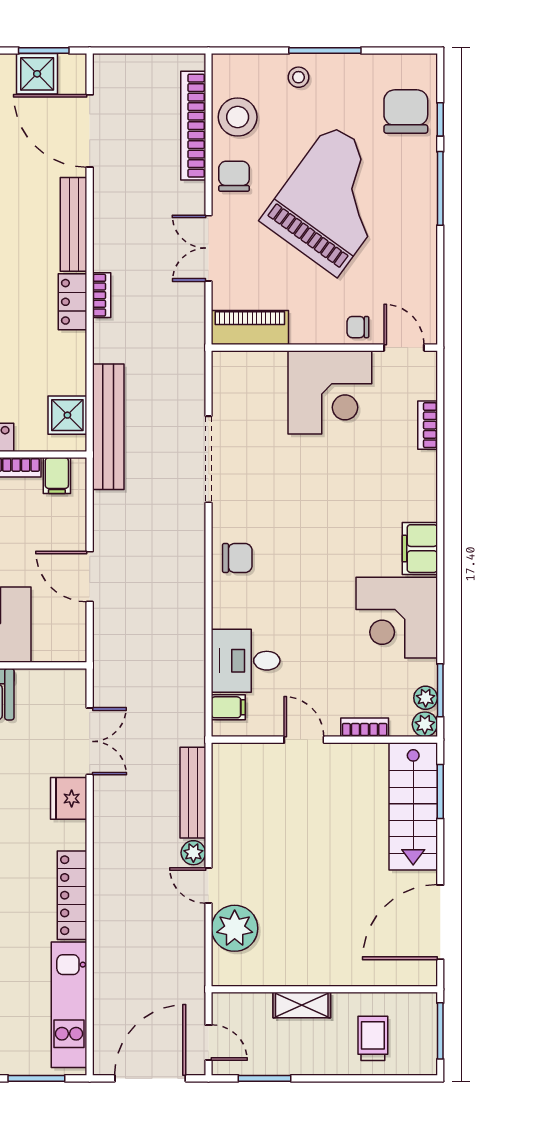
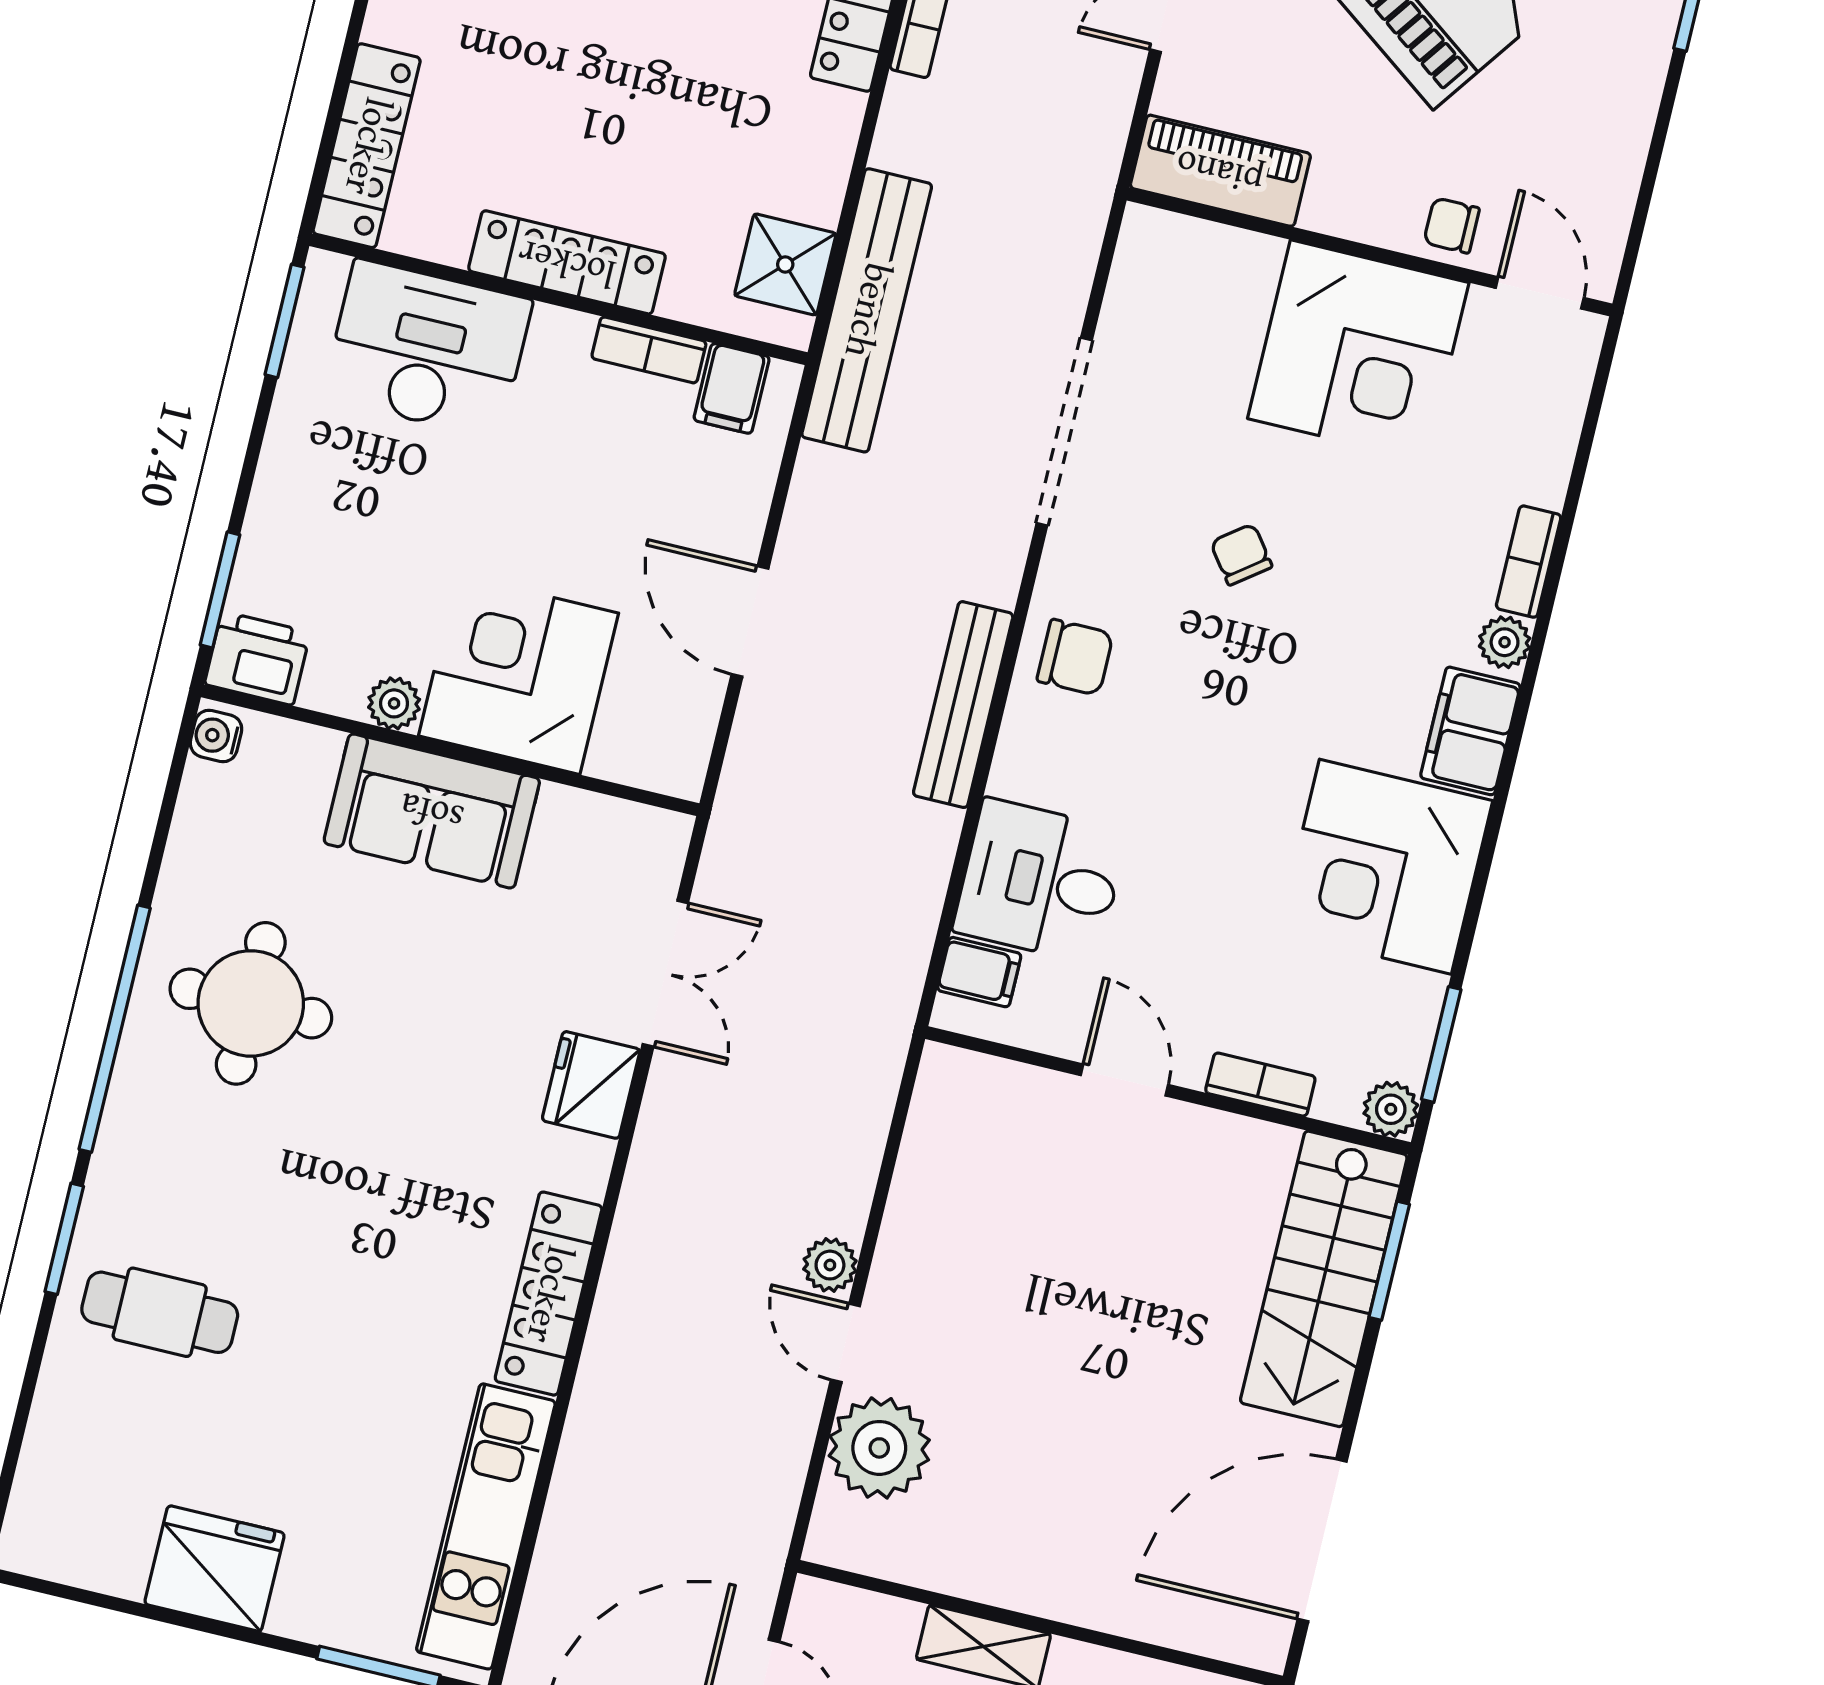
bookcase: (428, 425) -> (1529, 562), moved
chair: (300, 495) -> (1241, 554), added
plant: (426, 698) -> (1505, 642), moved
bench: (193, 793) -> (963, 705), moved

